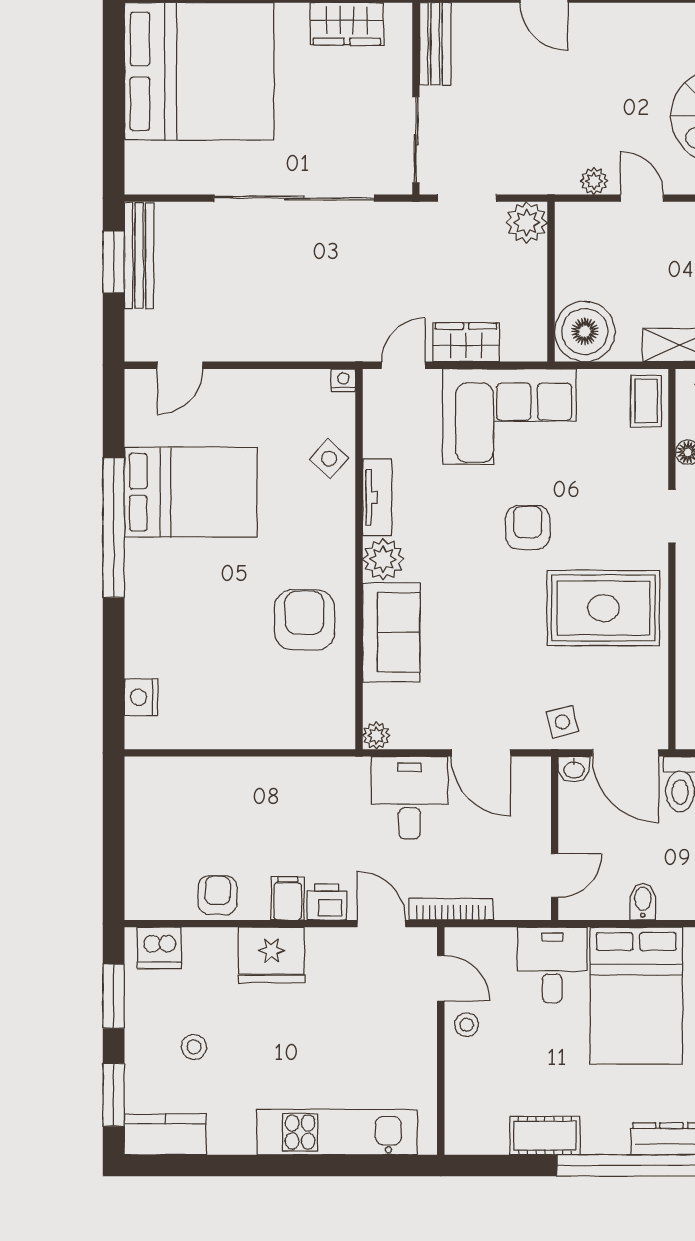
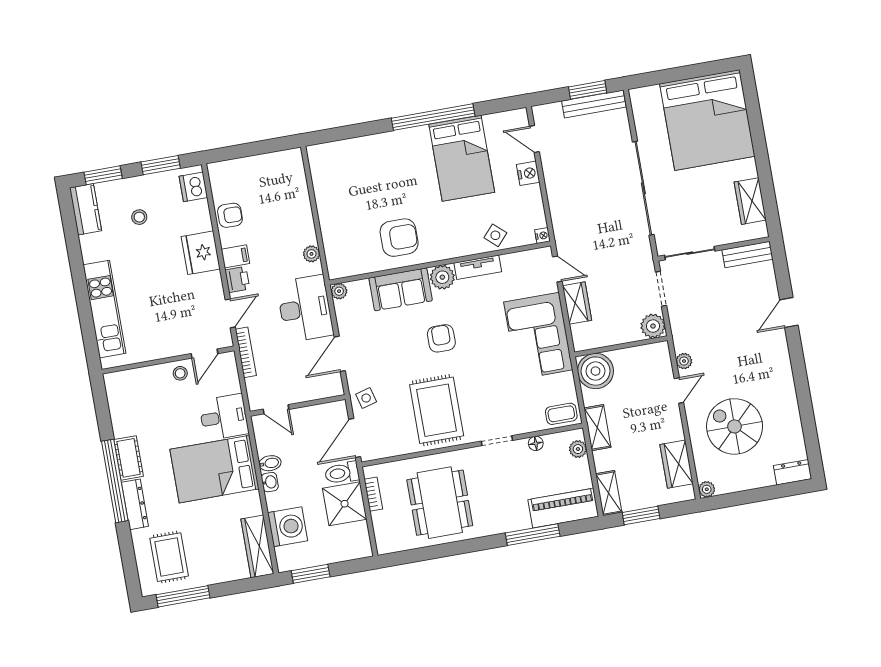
armchair: (528, 527) -> (441, 338), moved, turned -90
nightstand: (141, 697) -> (528, 173), moved, turned 90
washbasin: (574, 769) -> (270, 482), moved, turned 180
plant: (306, 771) -> (311, 254), added
desk: (409, 798) -> (305, 309), width x1.37
cot: (545, 1136) -> (129, 458), moved

